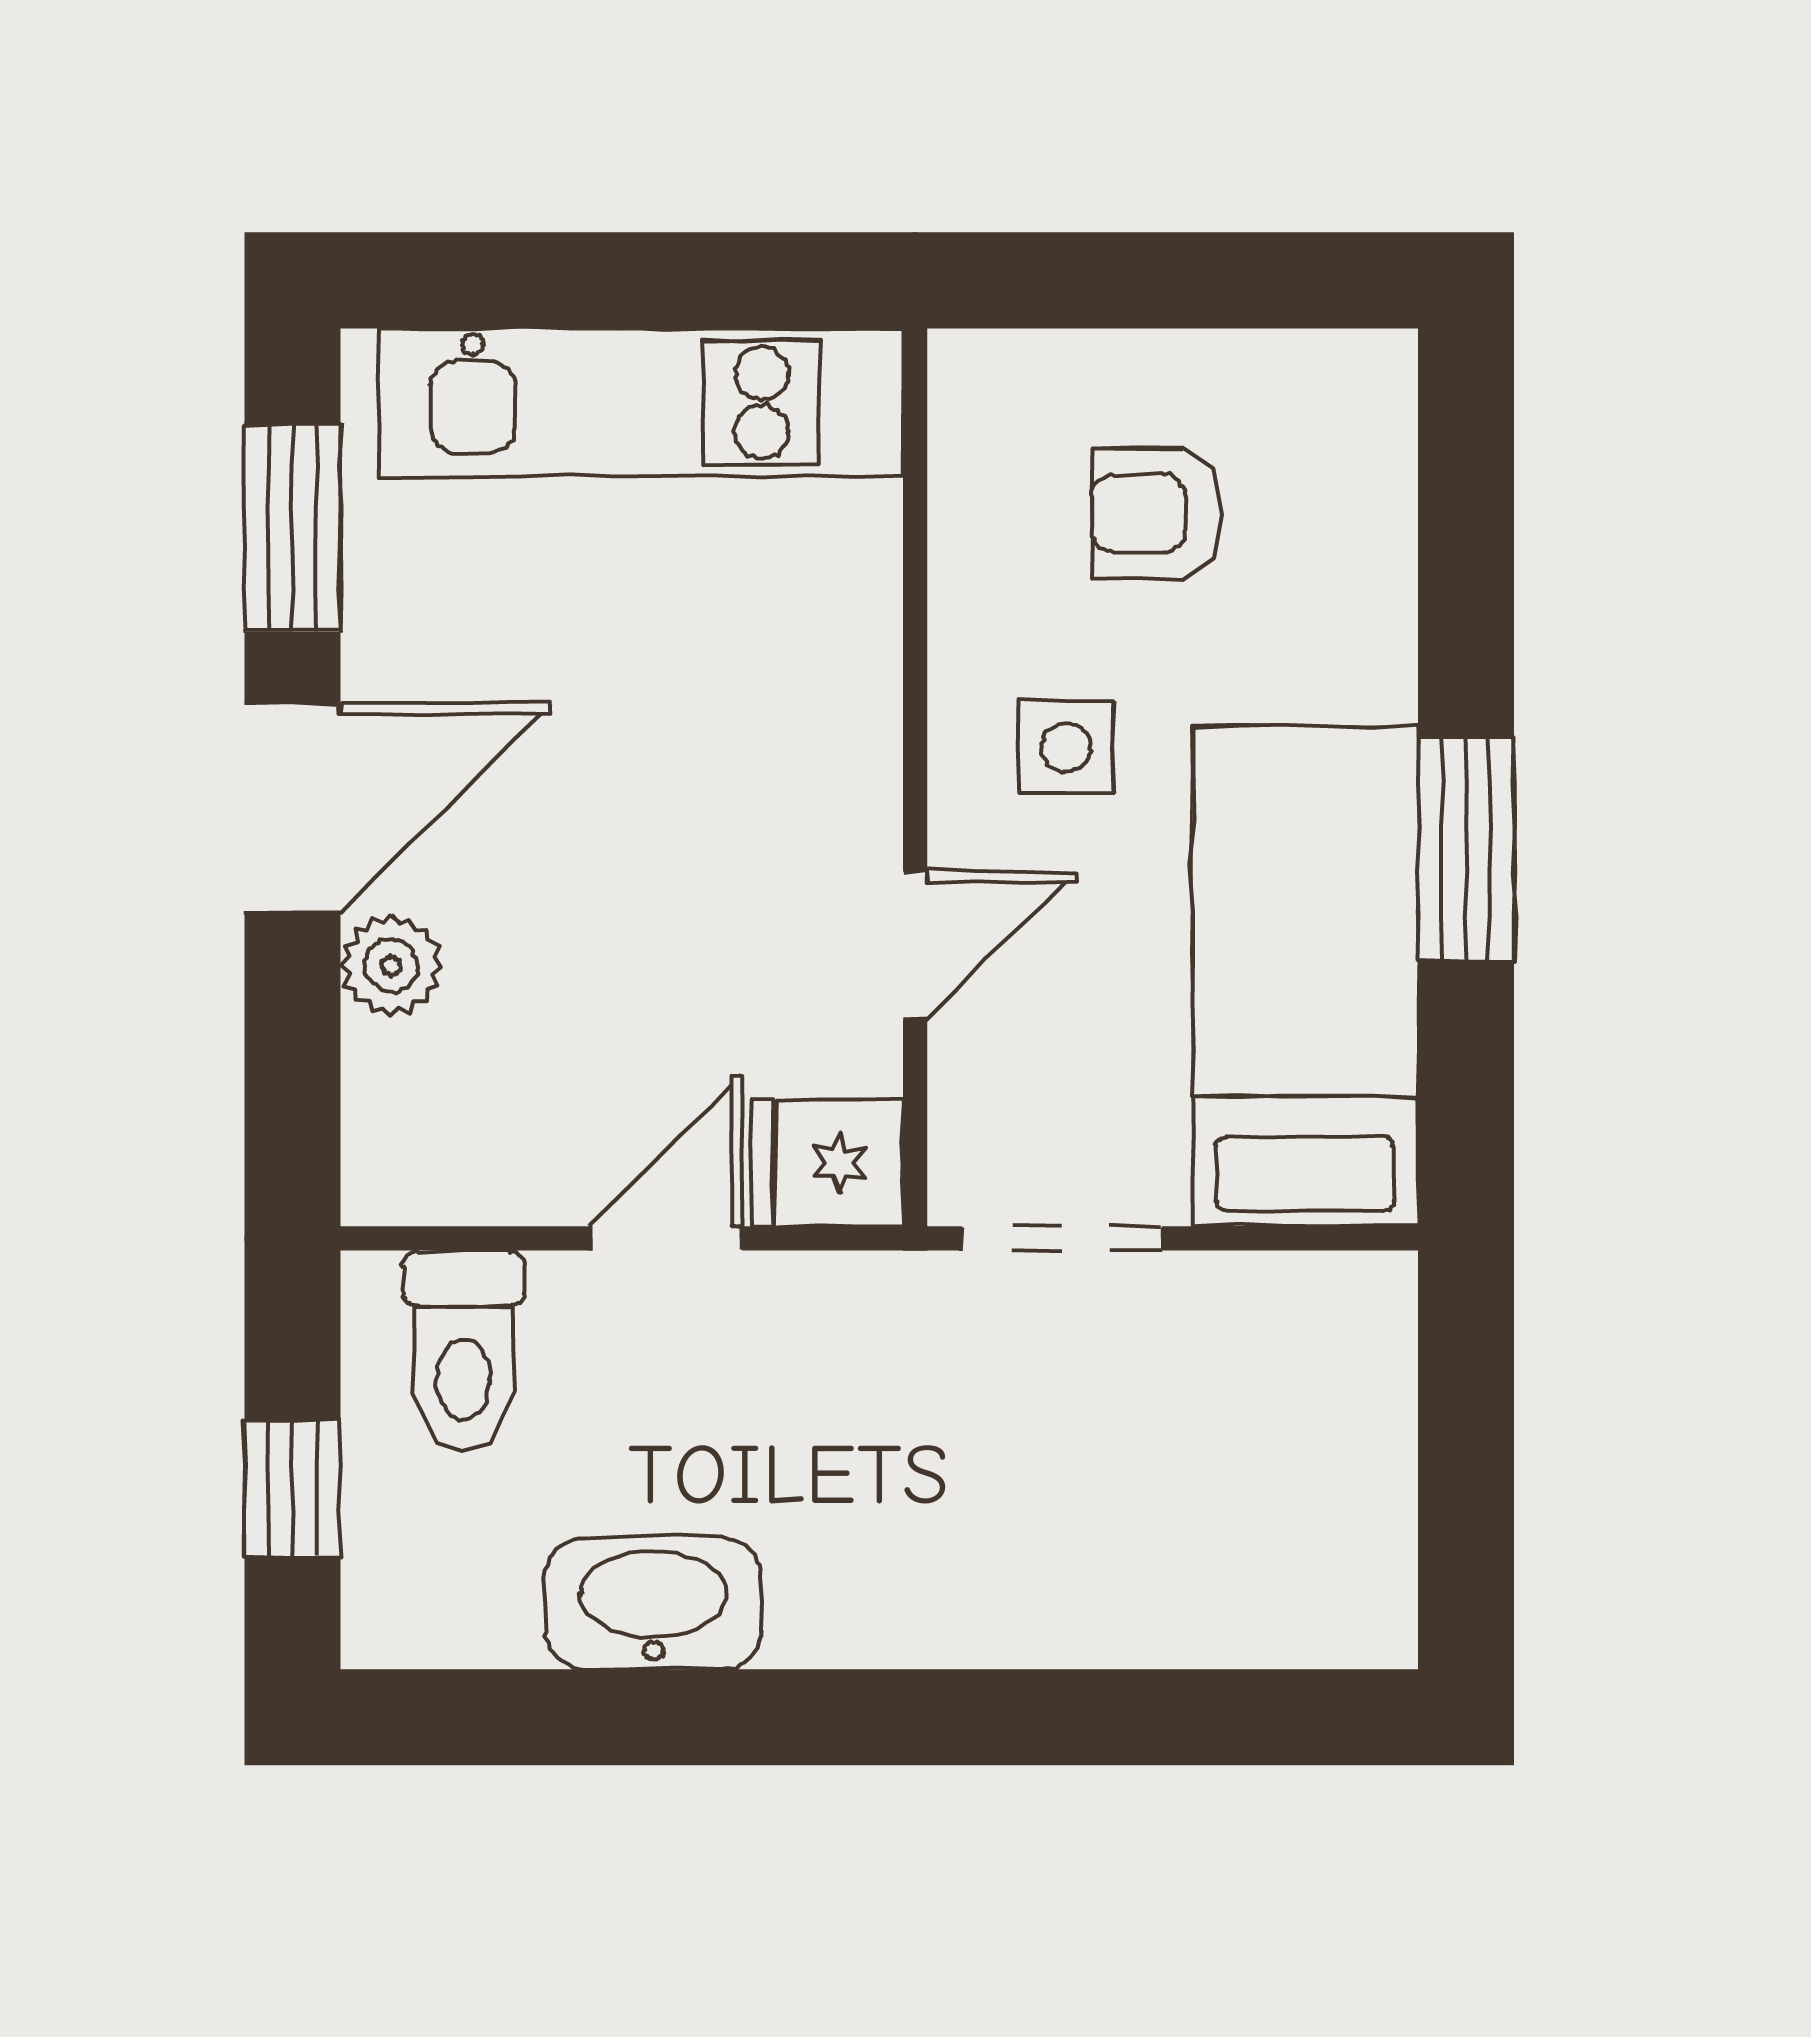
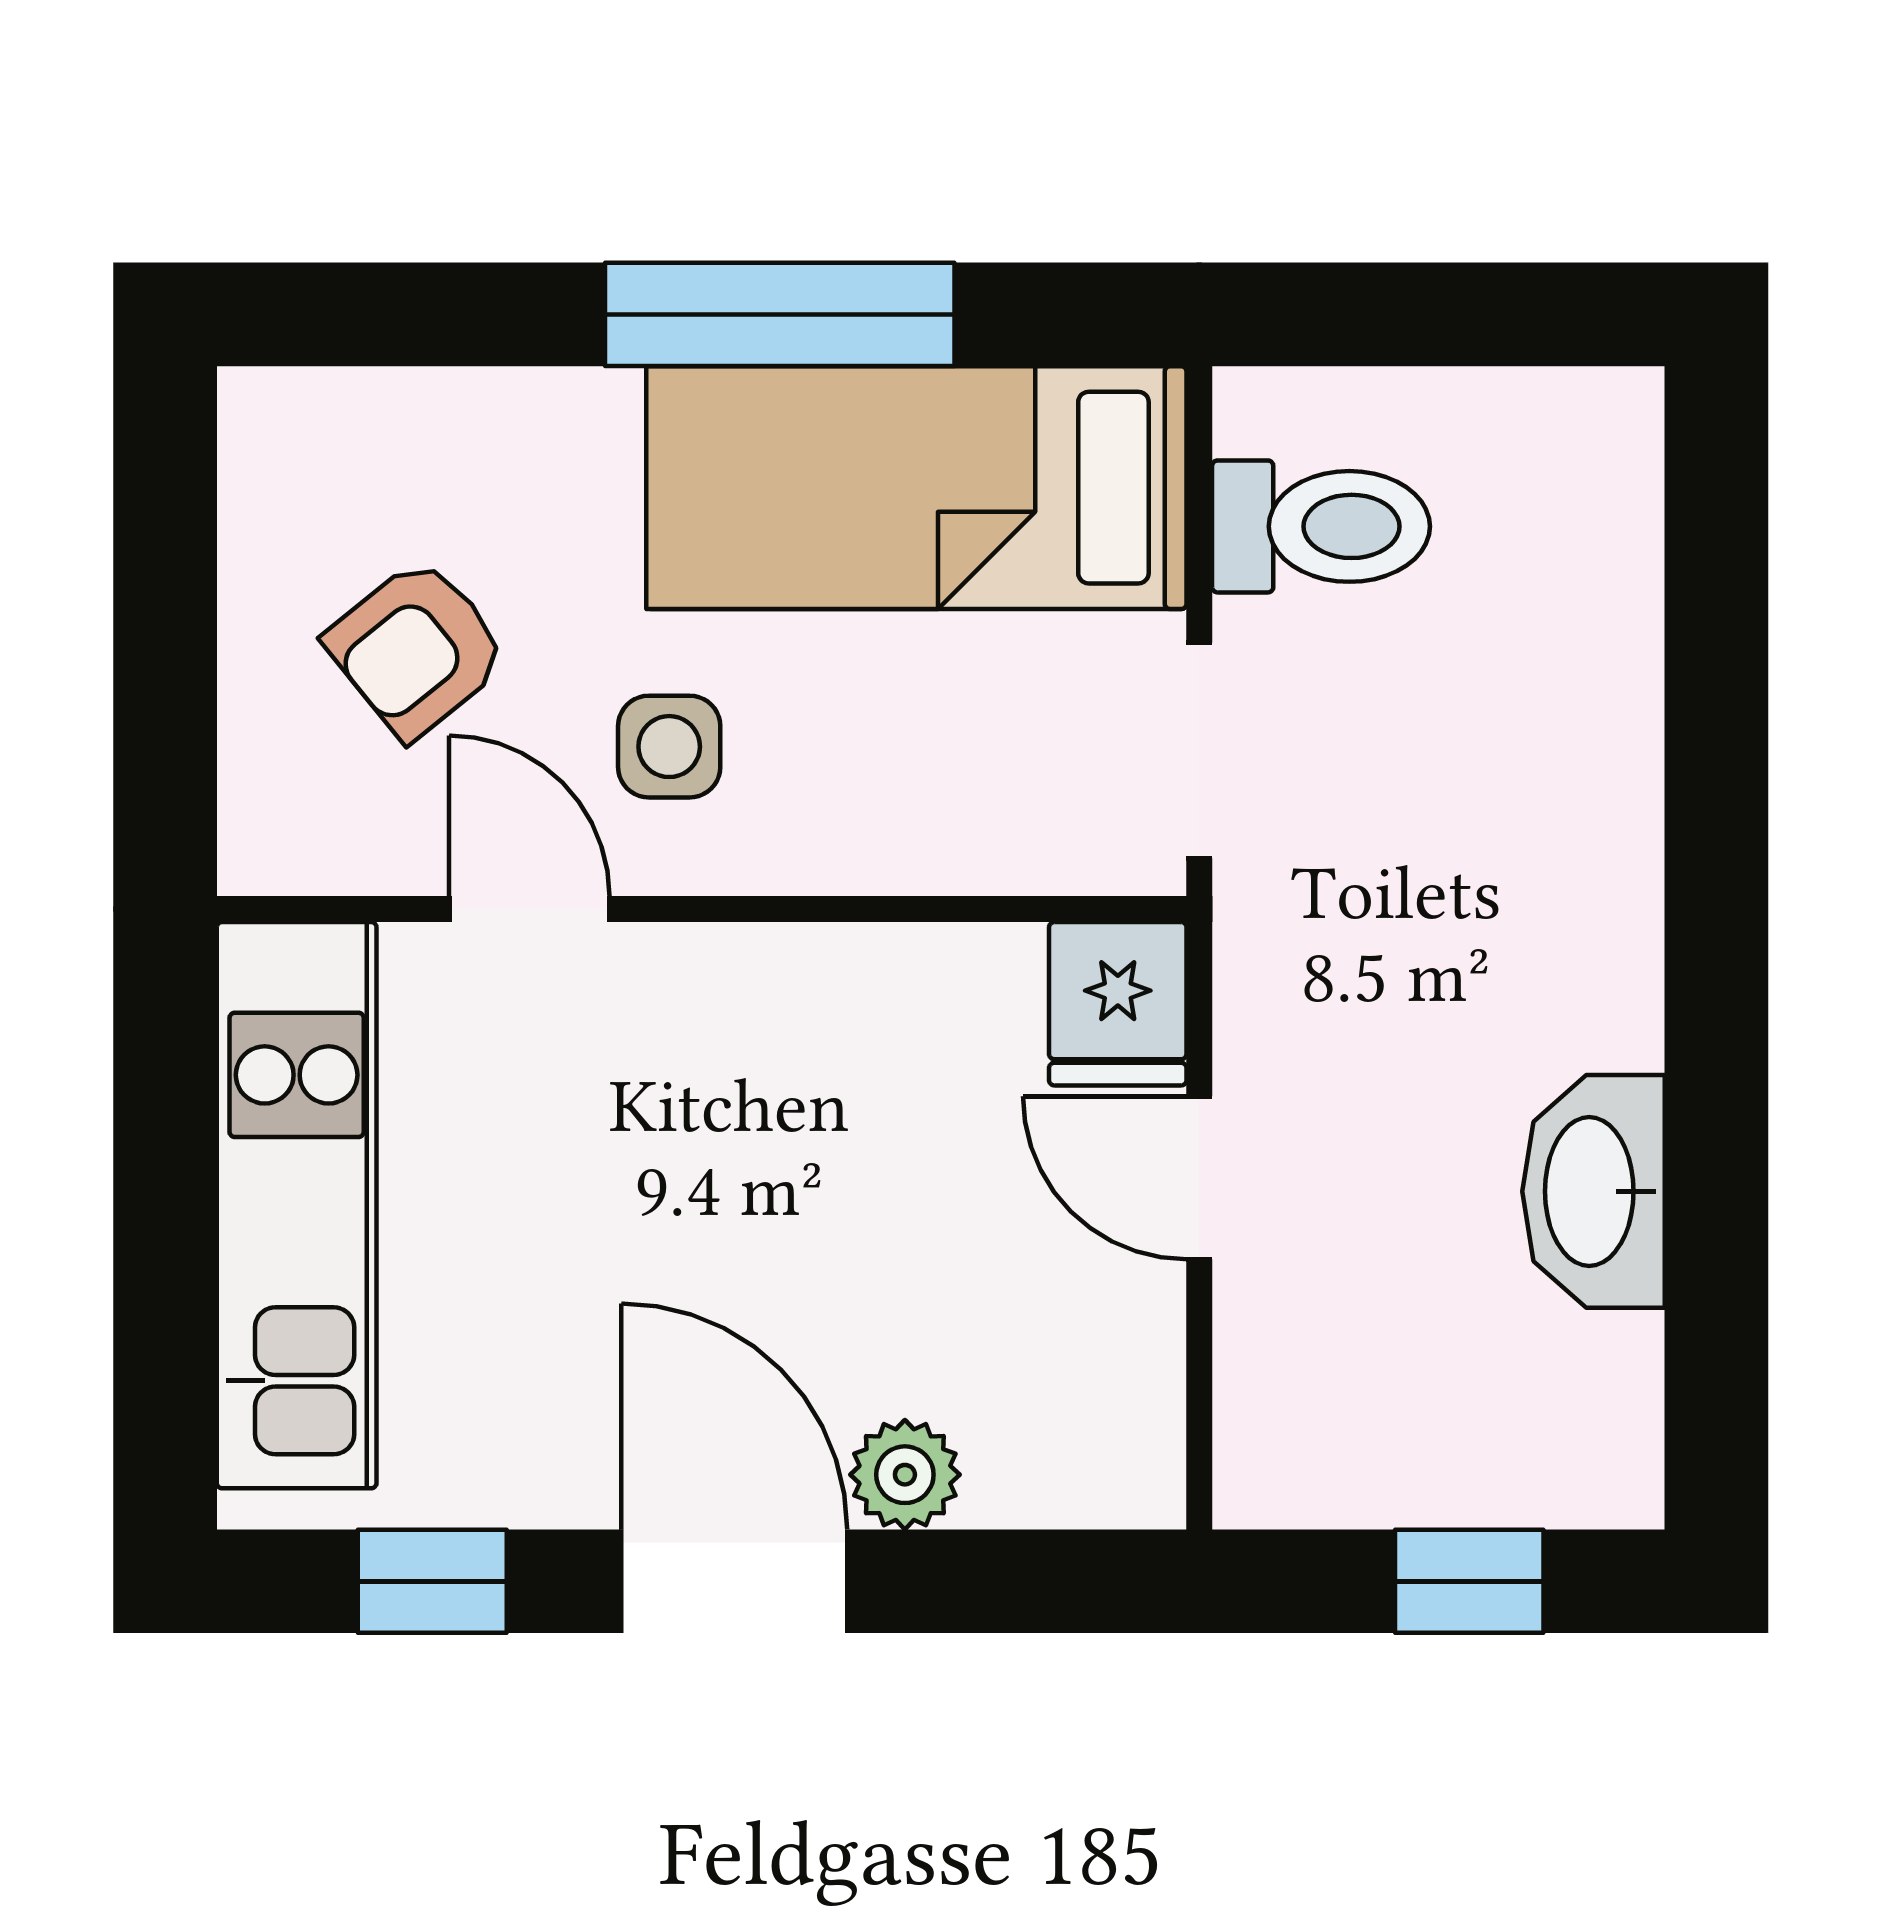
armchair: (1156, 514) -> (417, 648), turned 51
window: (292, 528) -> (432, 1581), width x0.67
window: (1466, 850) -> (780, 314), width x1.44
door: (915, 946) -> (529, 909), moved
toilet: (463, 1351) -> (1321, 526), moved

